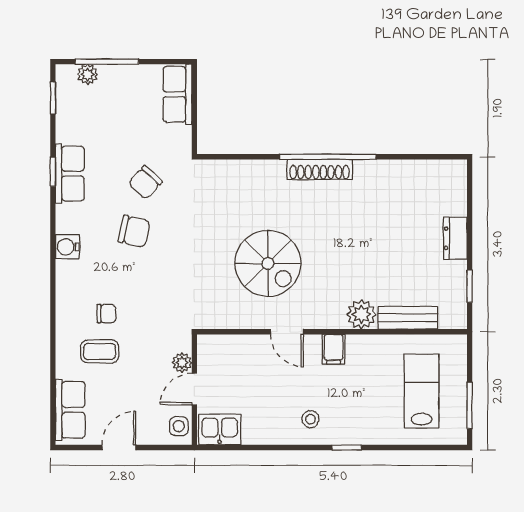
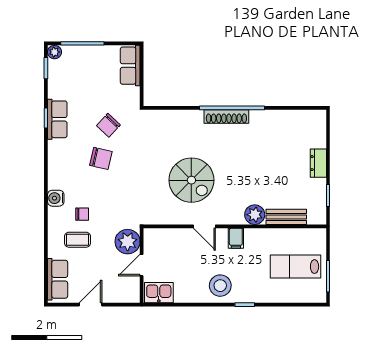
plant: (88, 74) -> (54, 52), moved
water cooler: (67, 247) -> (56, 198), moved
plant: (182, 363) -> (128, 242), width x1.88, depth x1.88
lab bench: (422, 391) -> (295, 267), turned -90
stool: (310, 419) -> (220, 286), width x1.89, depth x1.89
side table: (179, 426) -> (131, 290), removed

